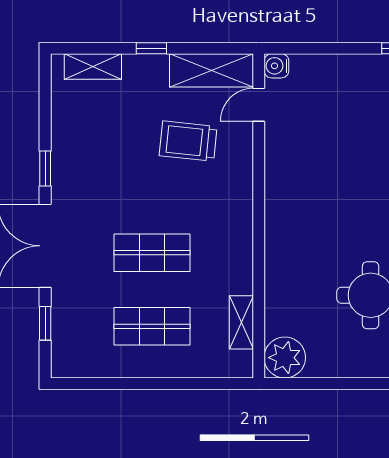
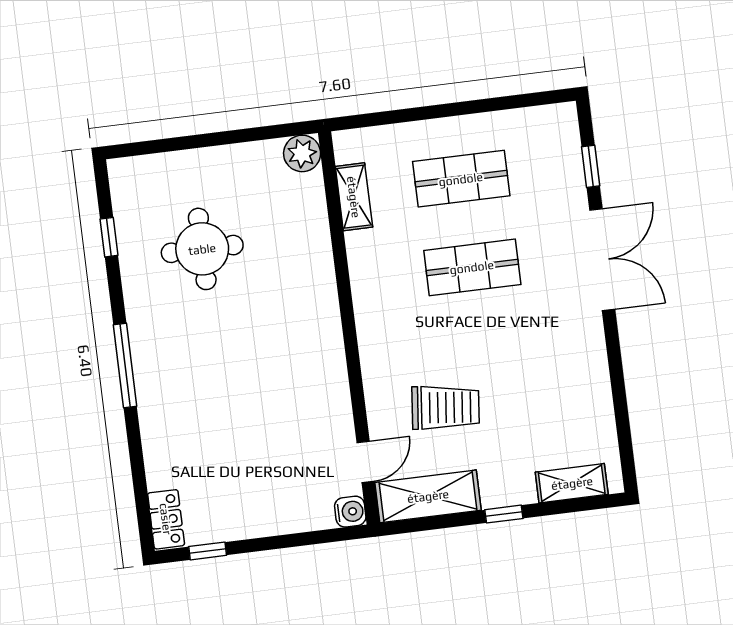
window: (45, 168) -> (614, 353), removed
plant: (285, 358) -> (302, 153), width x0.73, depth x0.73

